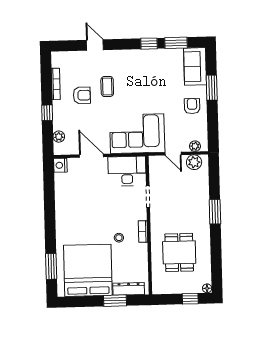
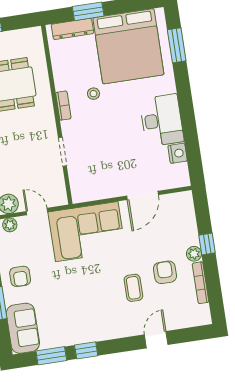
door: (95, 45) -> (156, 340), swing flipped
armchair: (82, 95) -> (165, 272), turned 90
plant: (59, 137) -> (194, 254), moved
door: (91, 156) -> (143, 195), hinge flipped
nightstand: (60, 165) -> (178, 153), moved
desk: (127, 171) -> (162, 120), moved, turned -90

